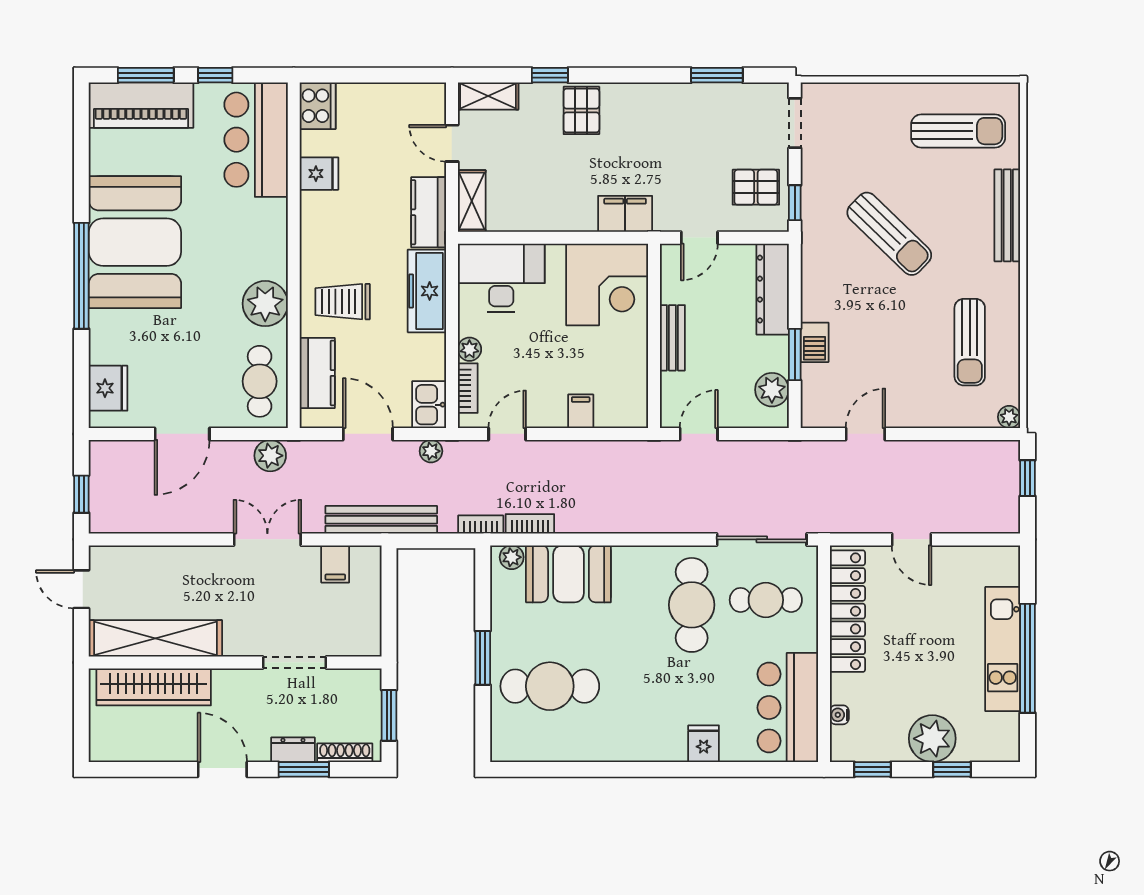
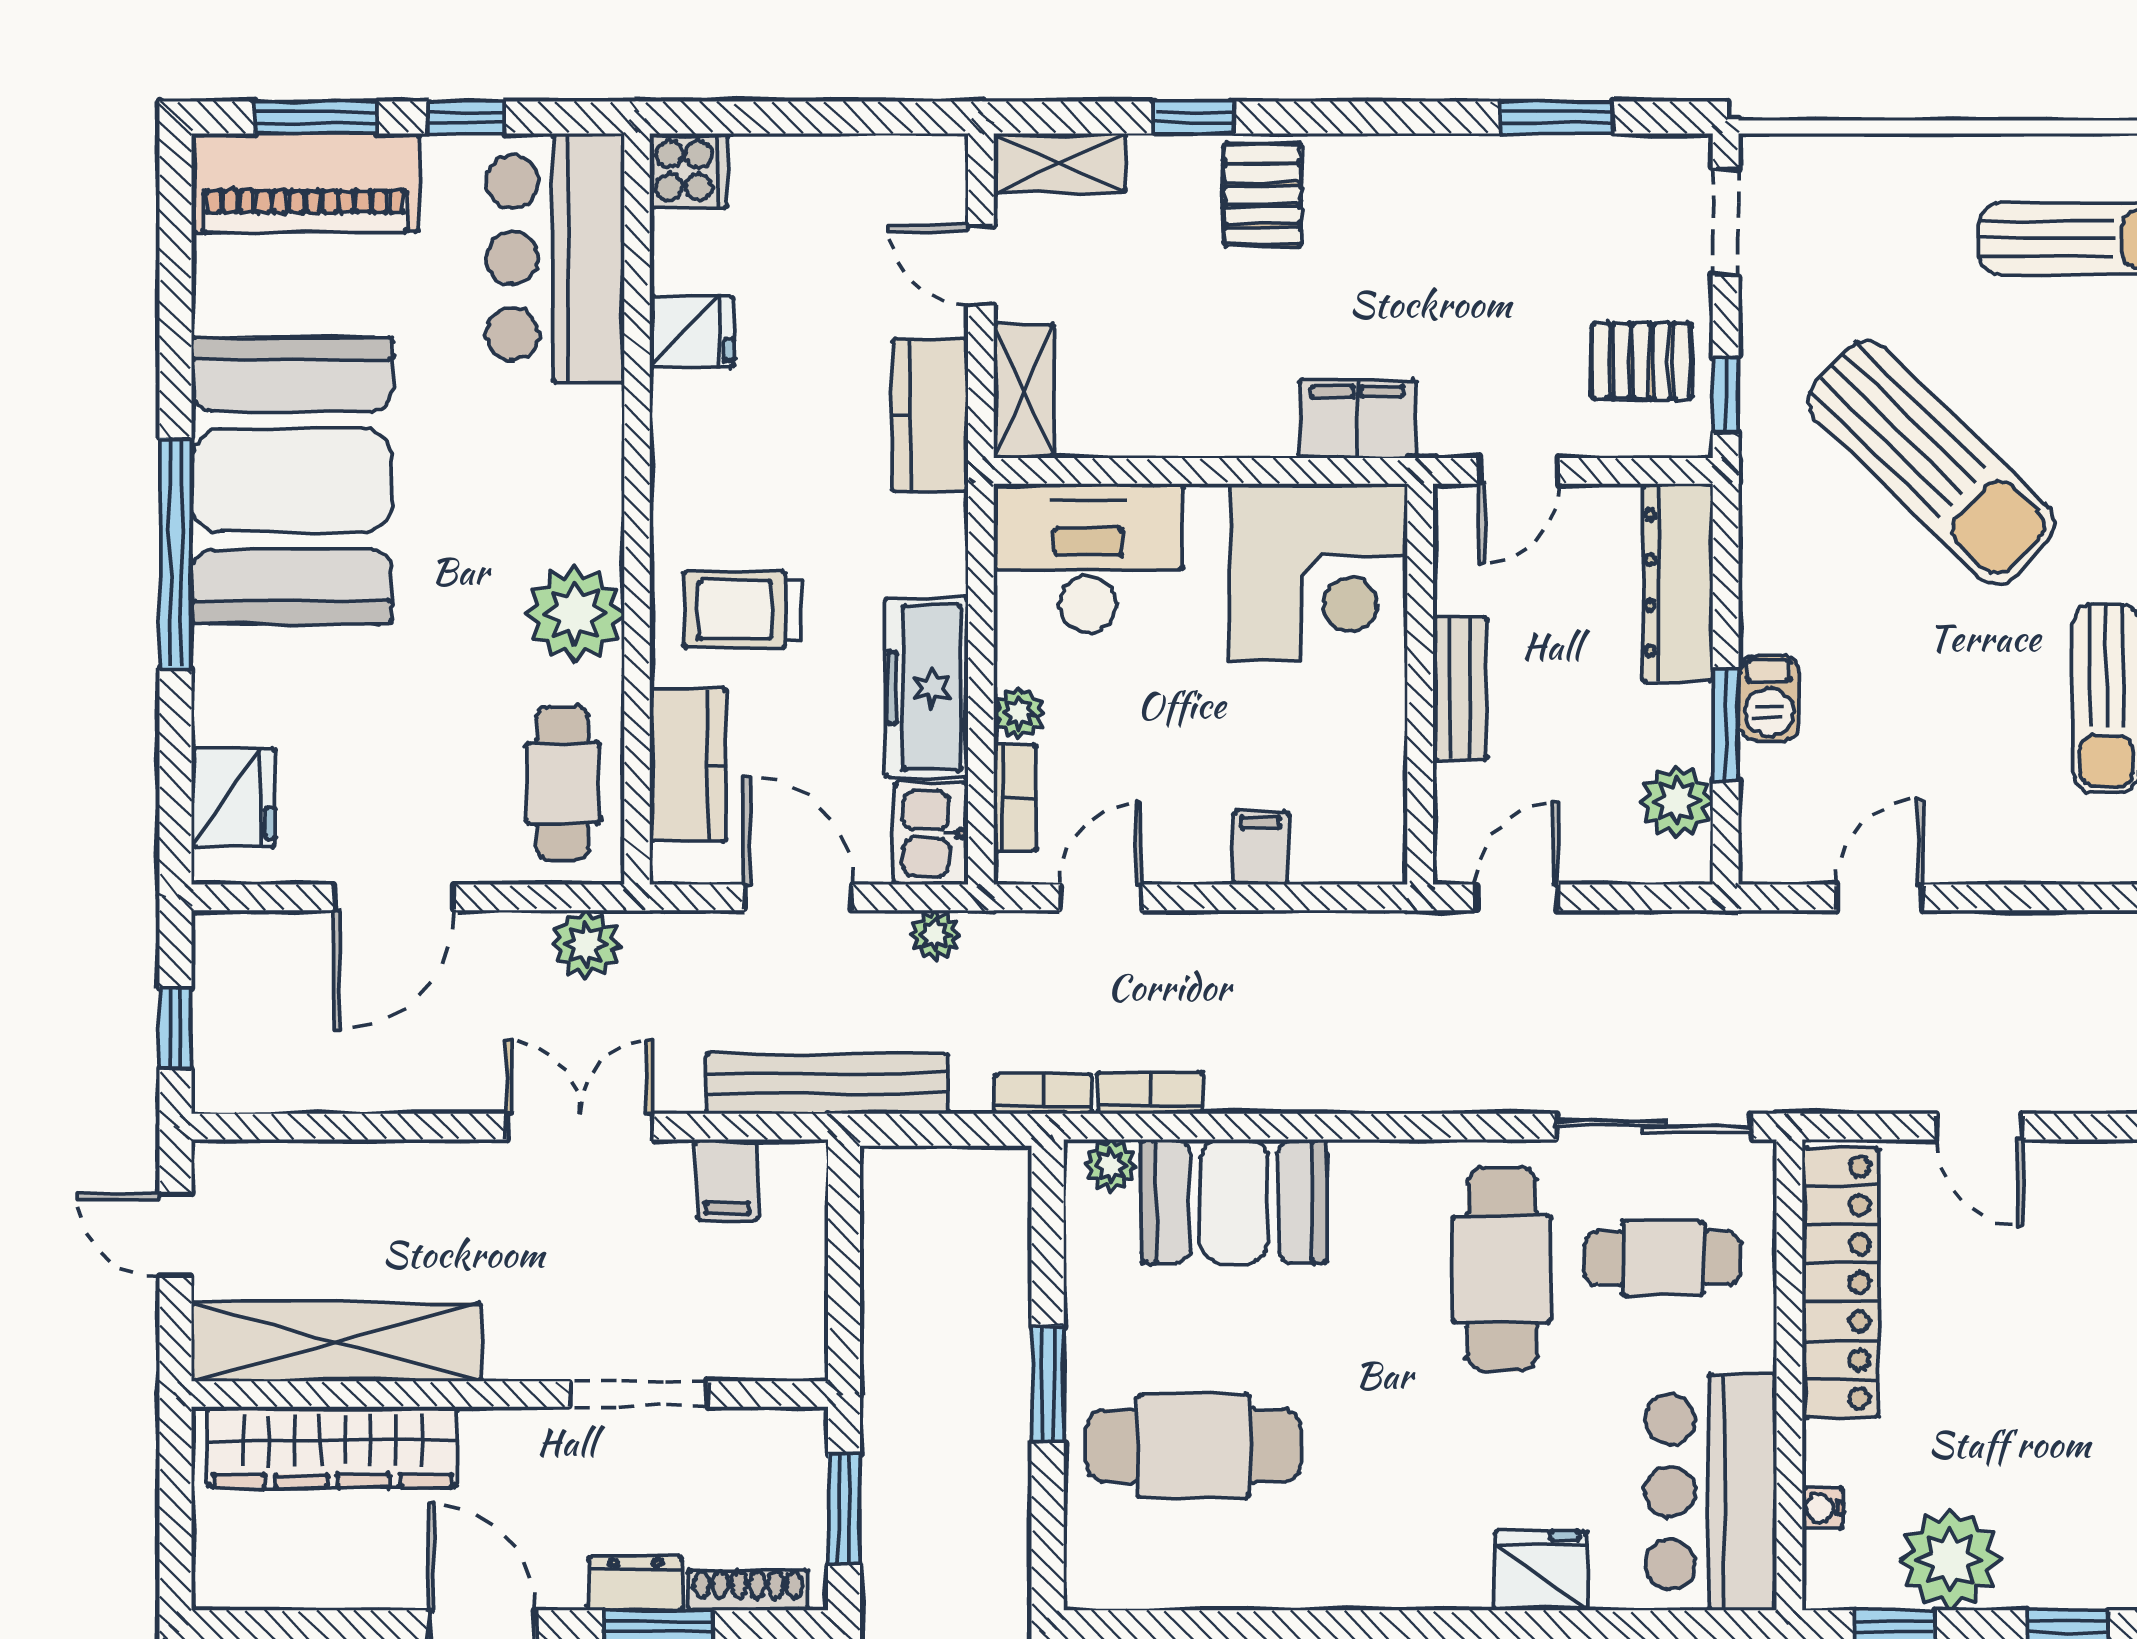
cooker: (318, 106) -> (689, 171), width x0.73
sun lounger: (889, 234) -> (1931, 462), width x1.36, depth x1.34
freezer: (427, 291) -> (926, 688), moved
plant: (932, 739) -> (1949, 1560), moved
fridge: (704, 744) -> (1541, 1571), width x1.38

